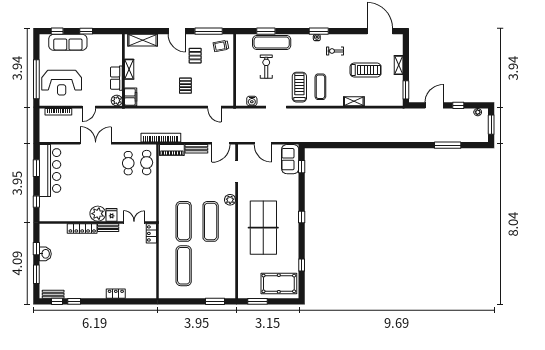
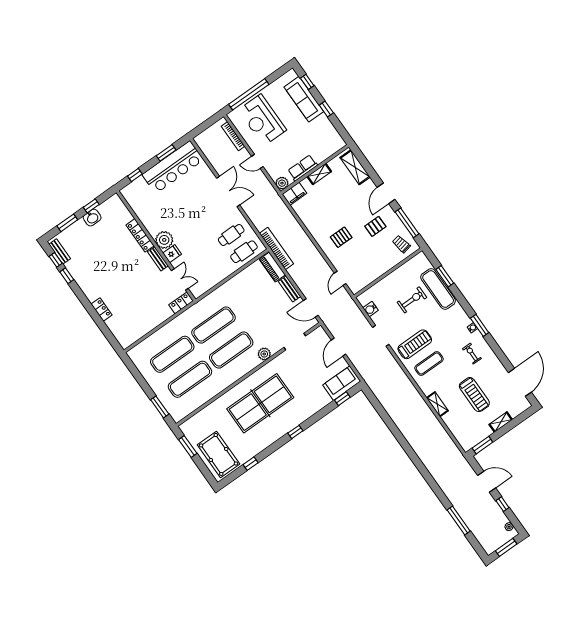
exercise mat: (211, 266) -> (190, 379), added

